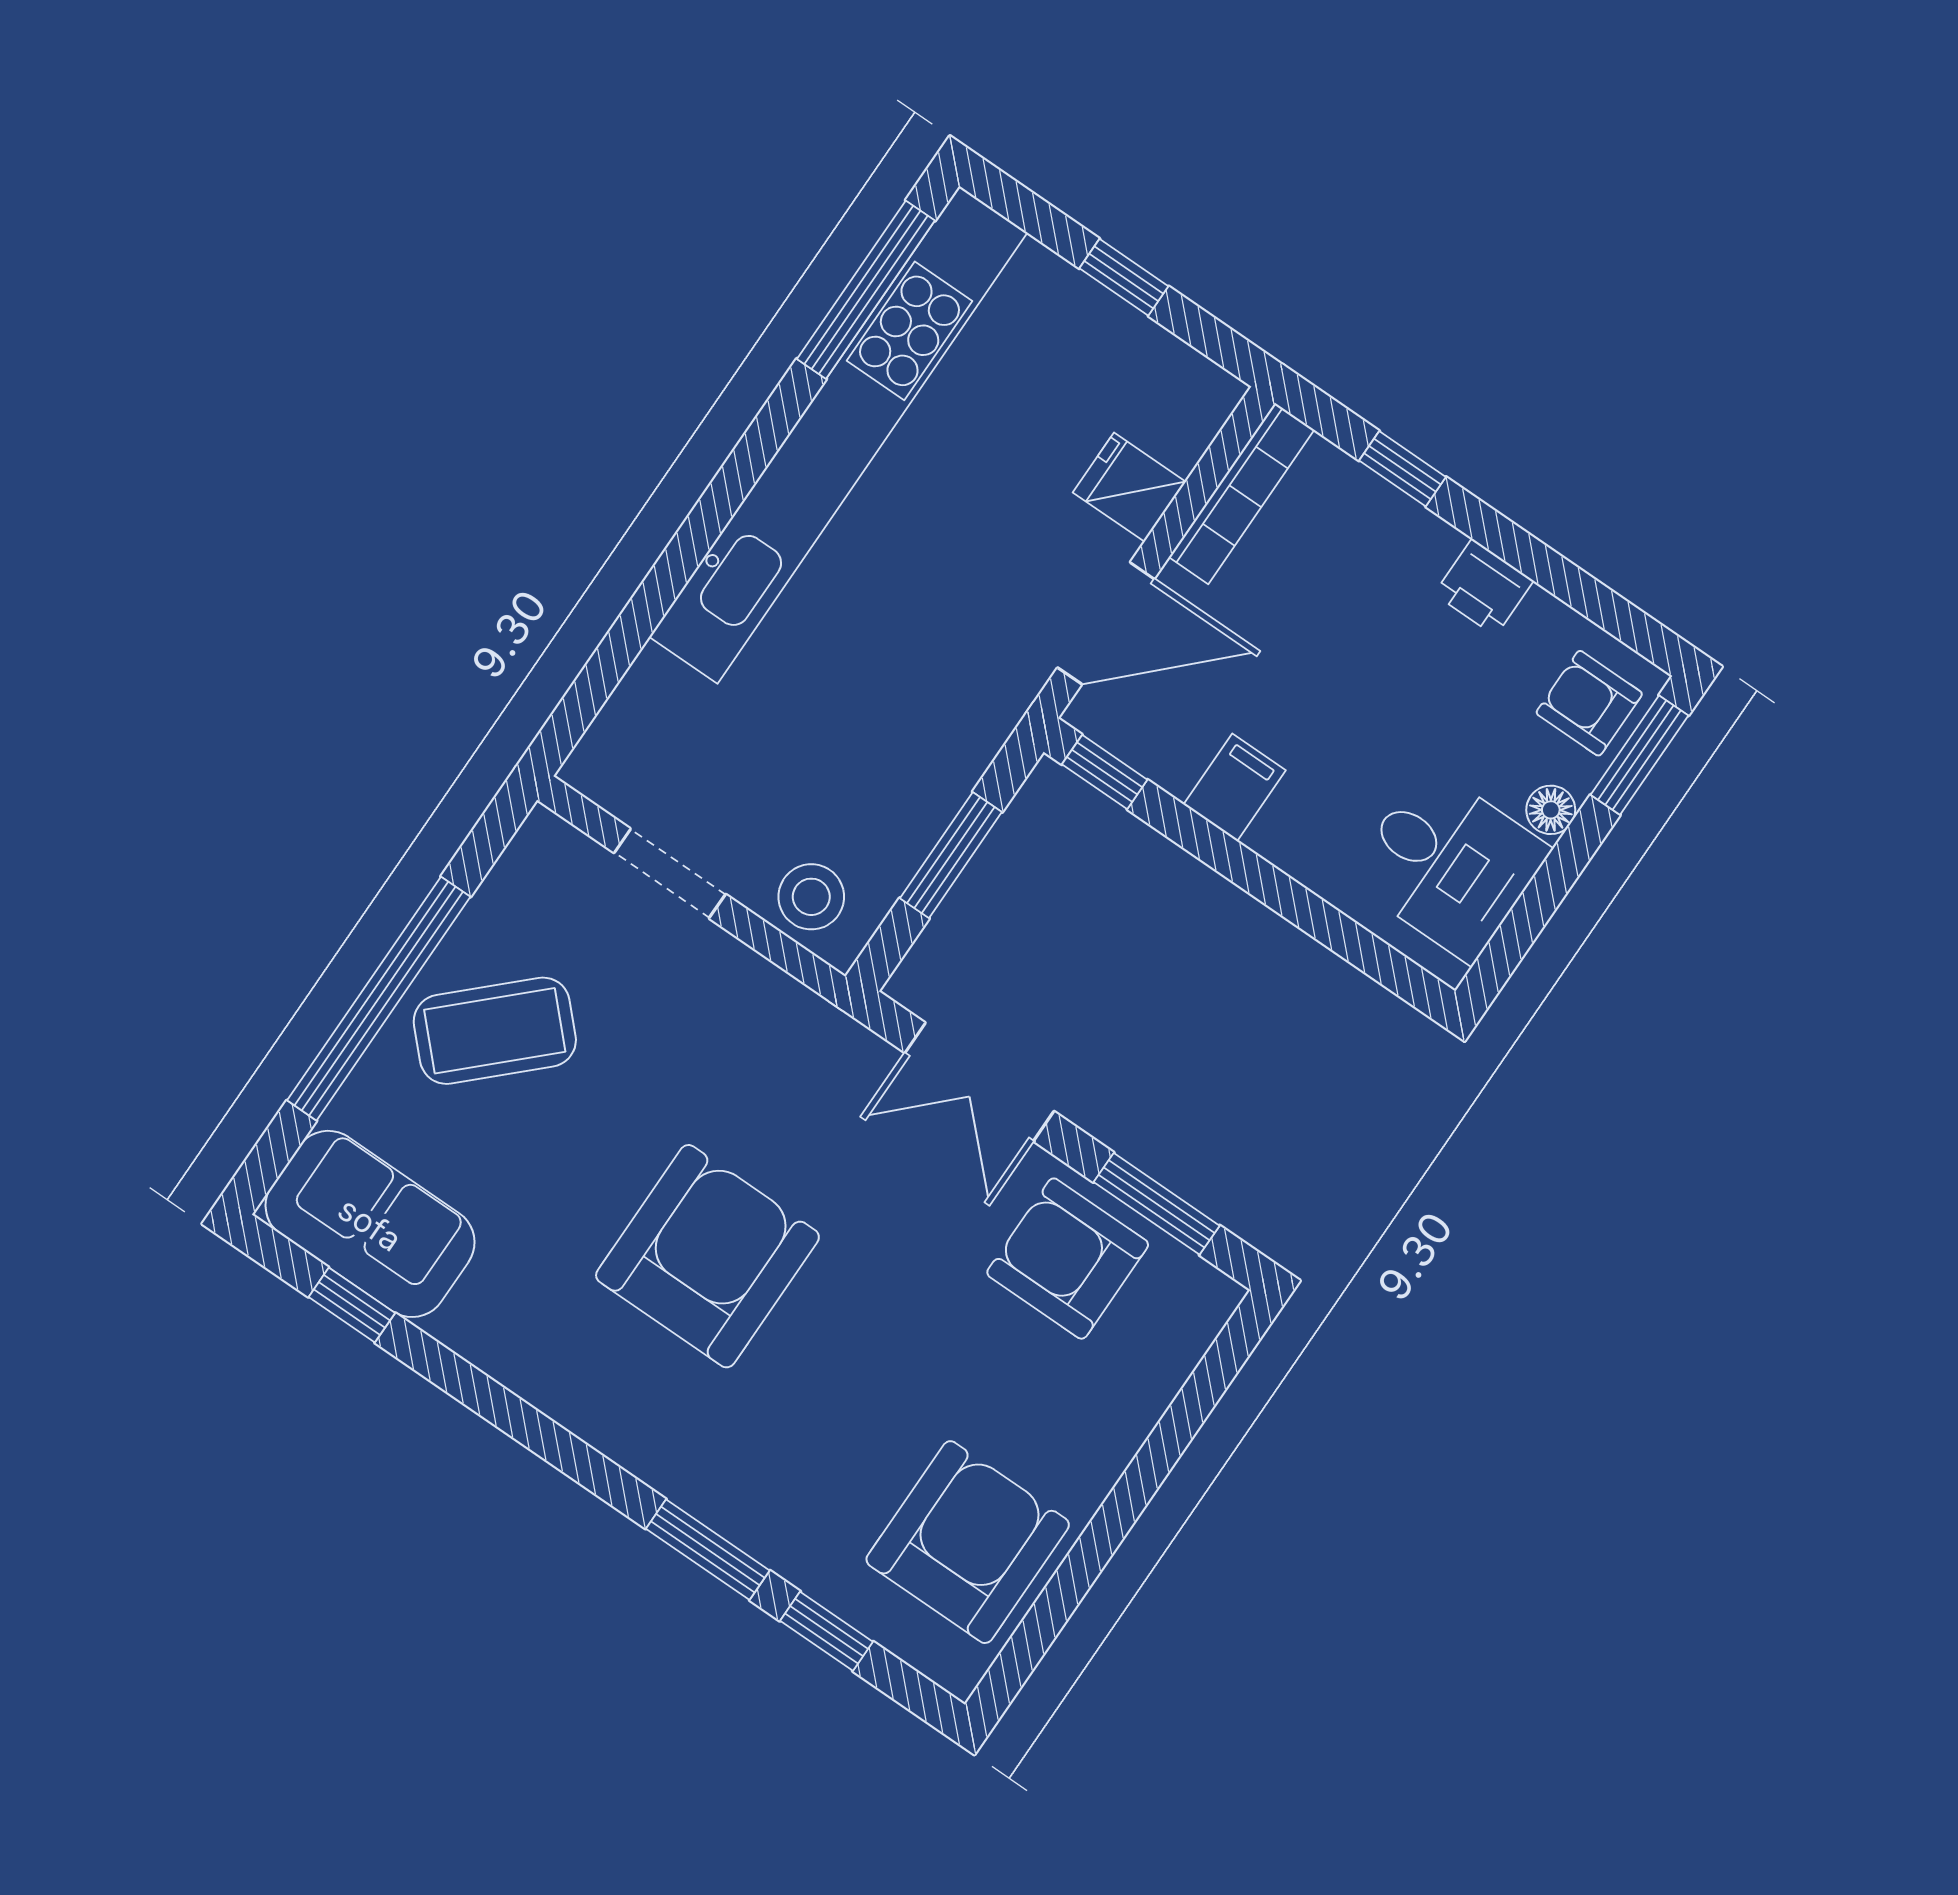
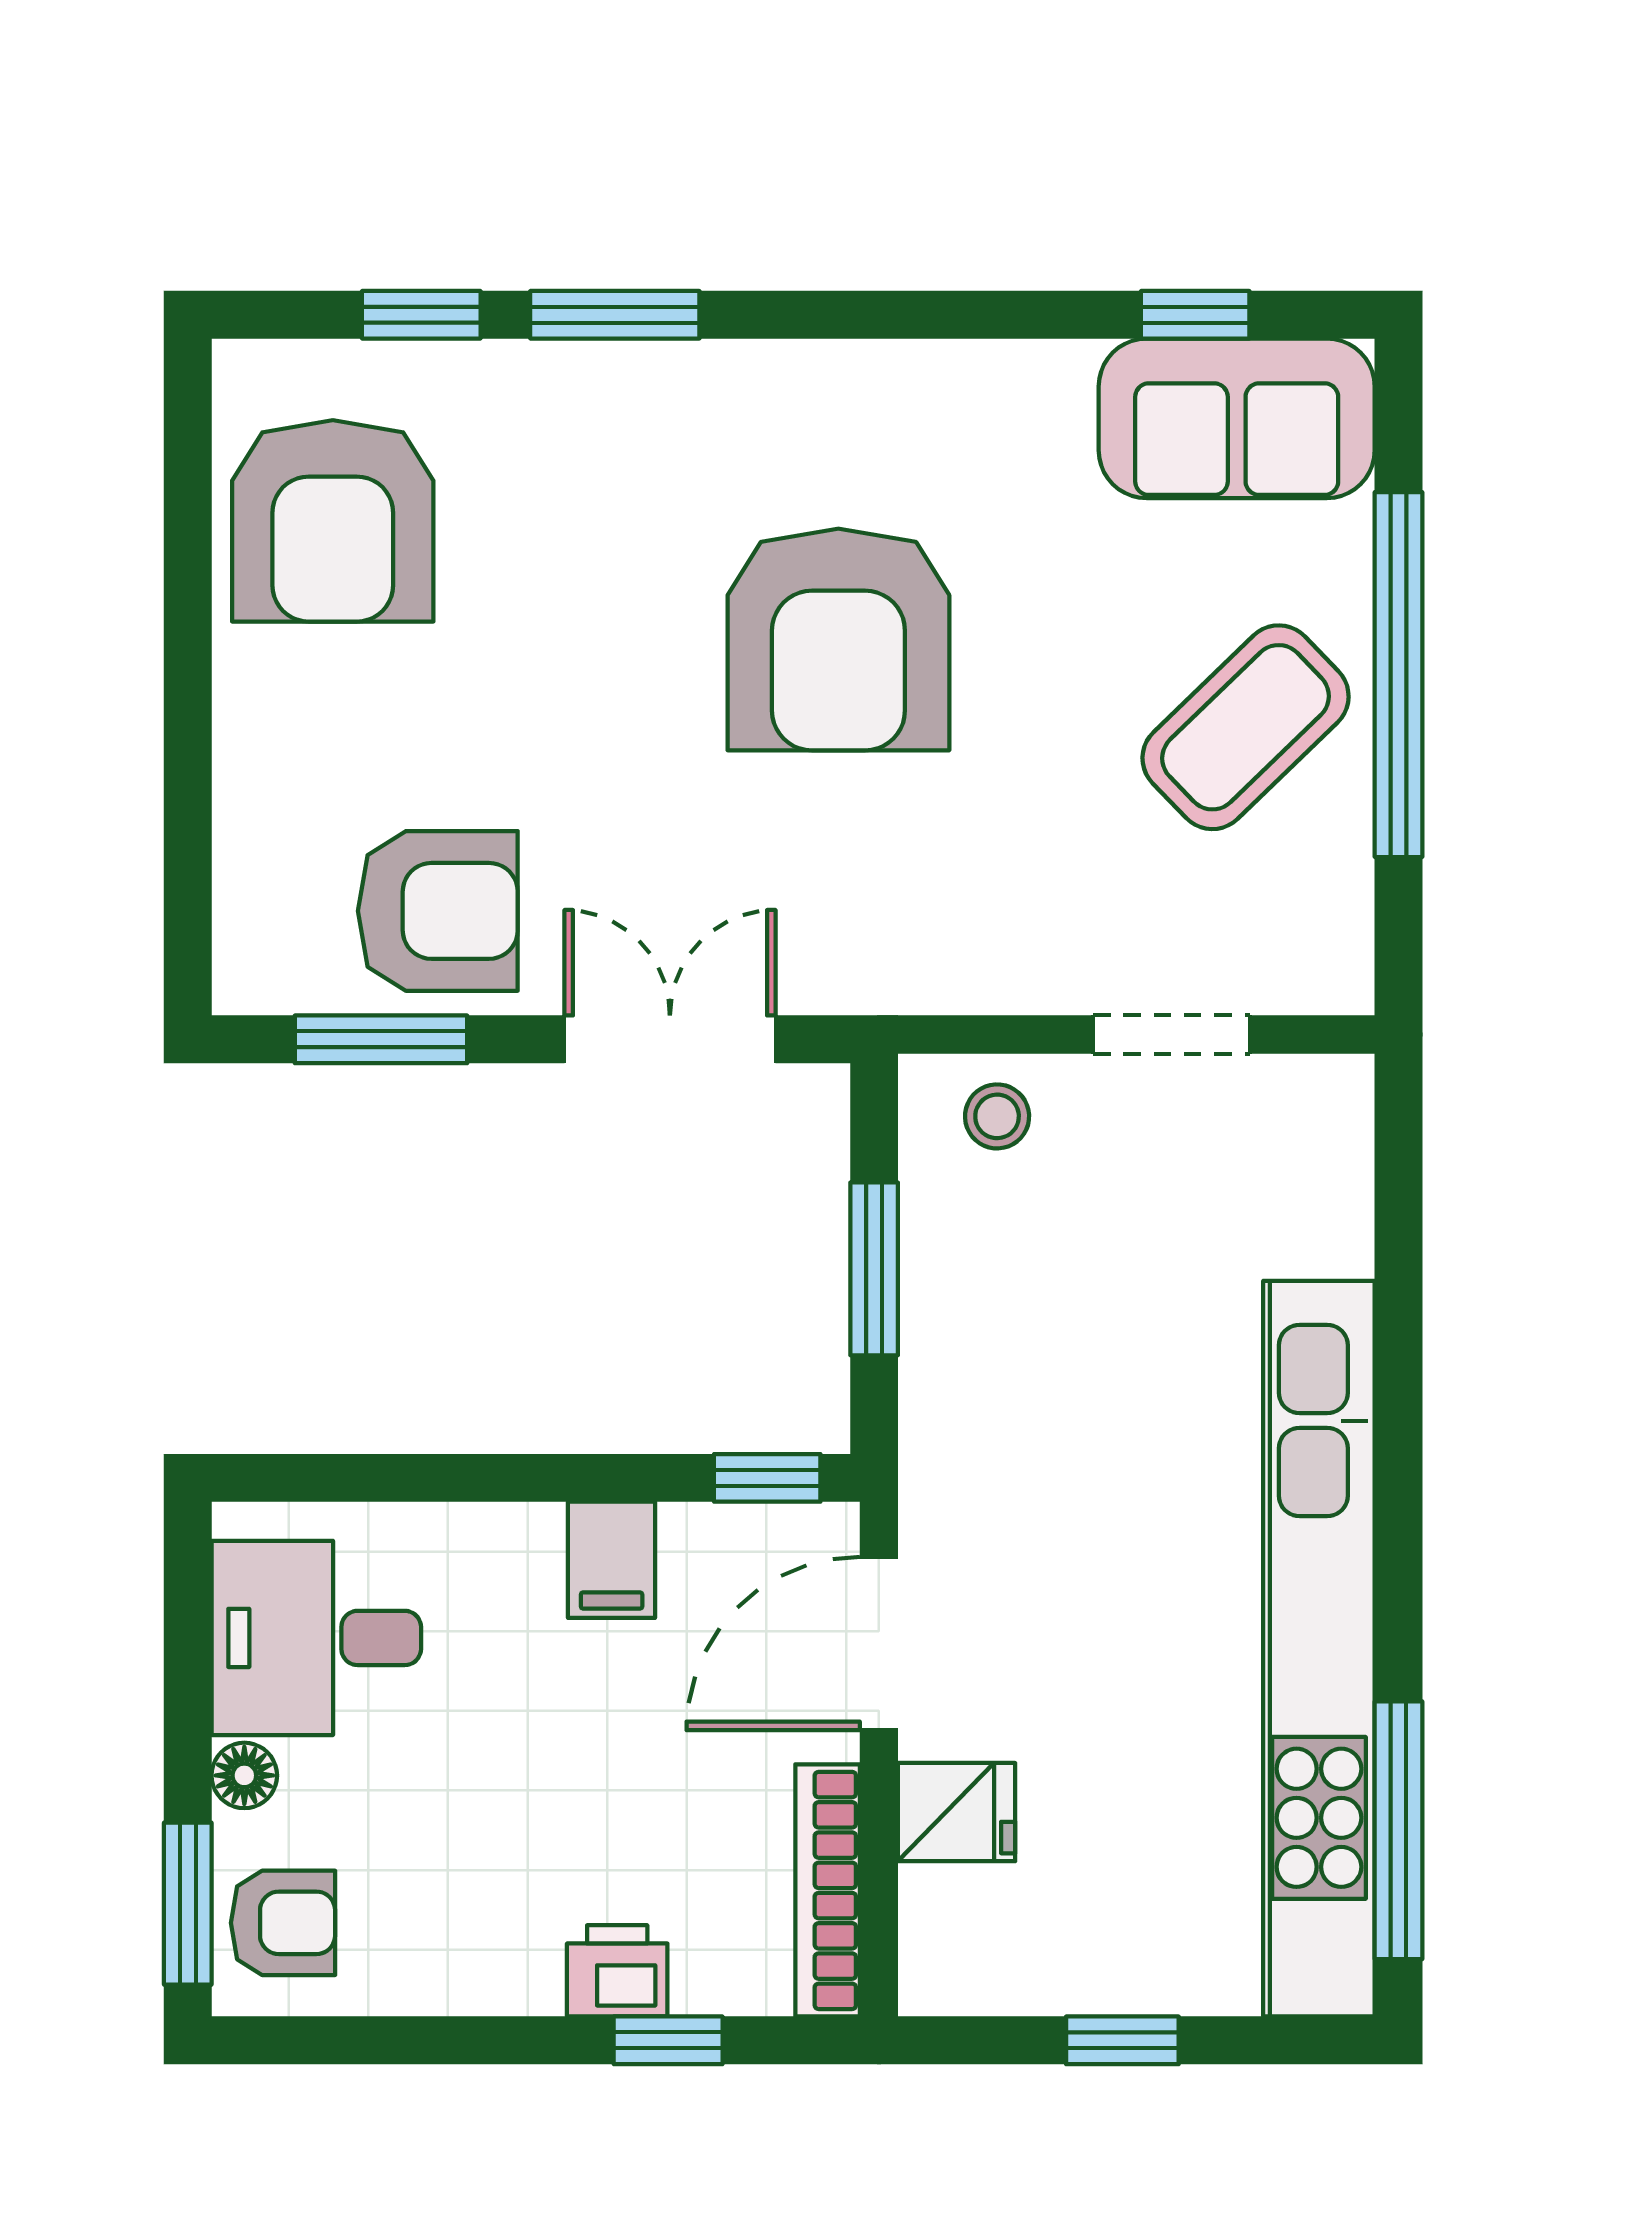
printer: (1484, 587) -> (617, 1971), moved
stool: (811, 897) -> (997, 1116), width x0.73, depth x0.73

